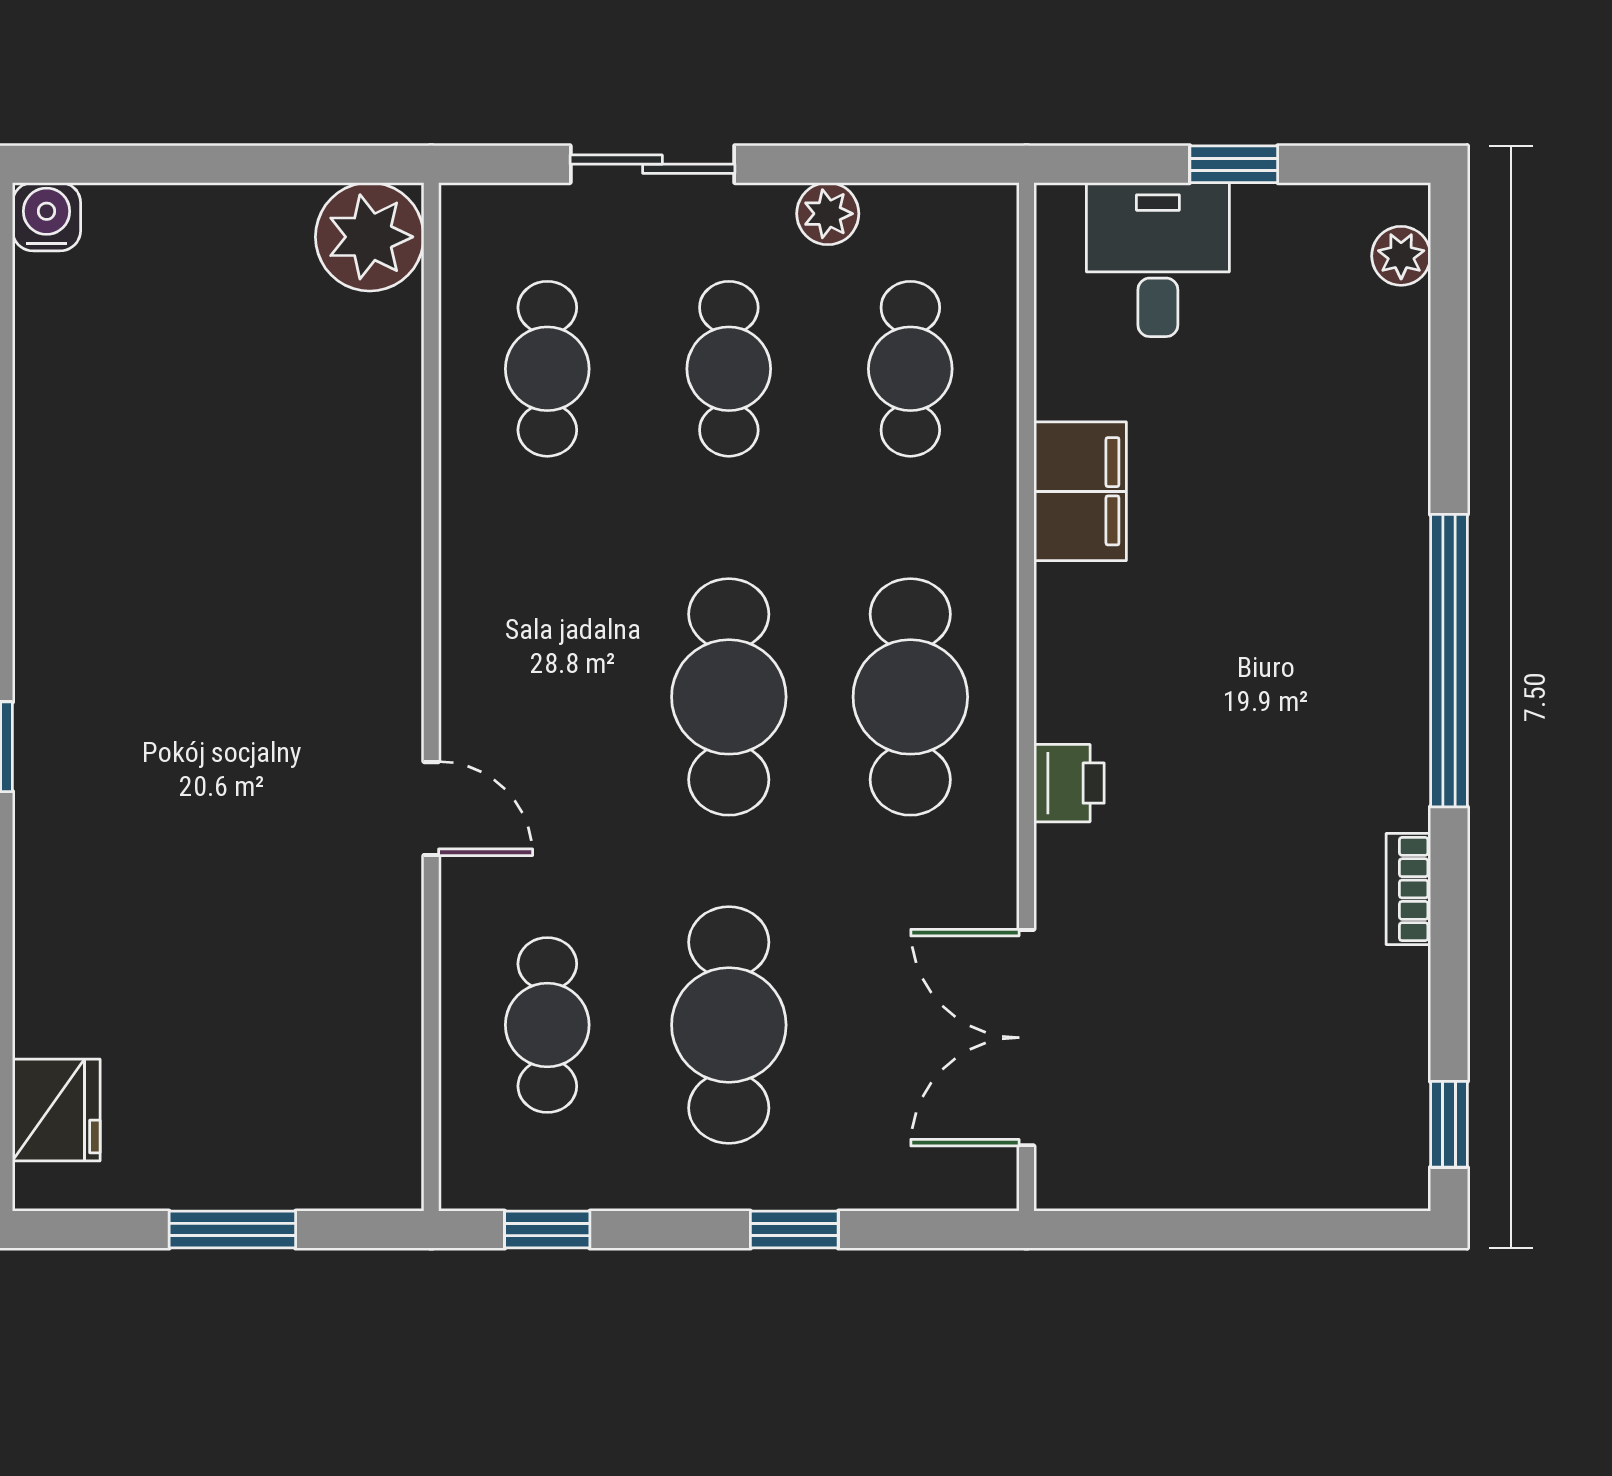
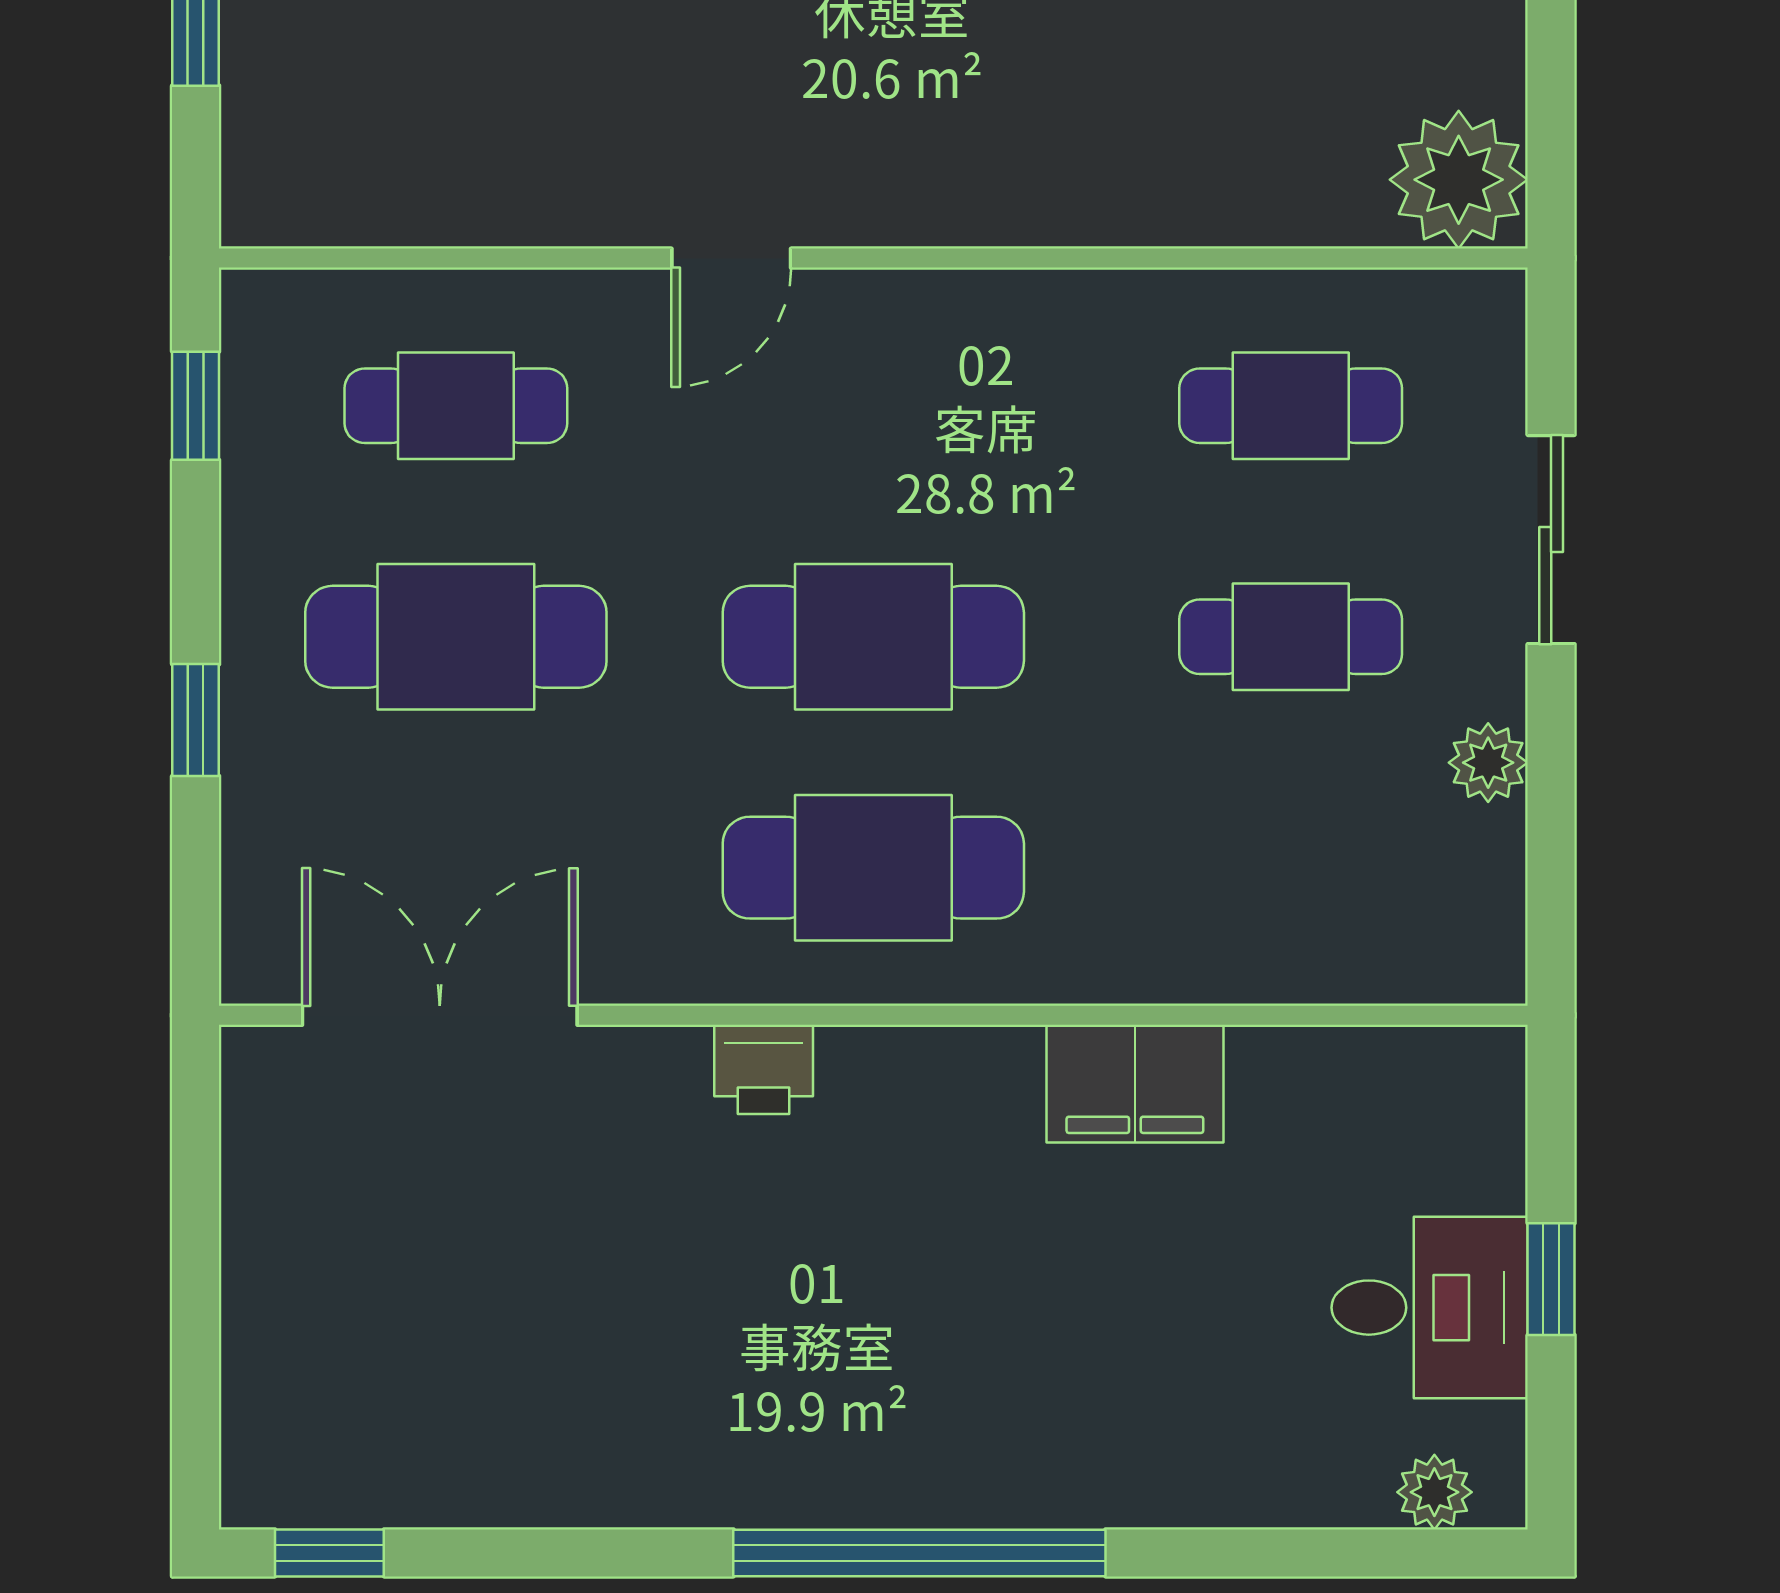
desk: (1158, 260) -> (1430, 1308), moved
cafe table: (910, 369) -> (1291, 868), removed
bookcase: (1408, 889) -> (629, 1501), removed

